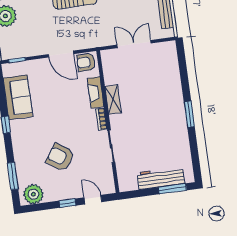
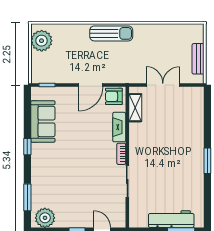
door: (61, 54) -> (91, 85), hinge flipped
shelving: (113, 100) -> (135, 108), moved
armchair: (60, 157) -> (76, 186), removed

